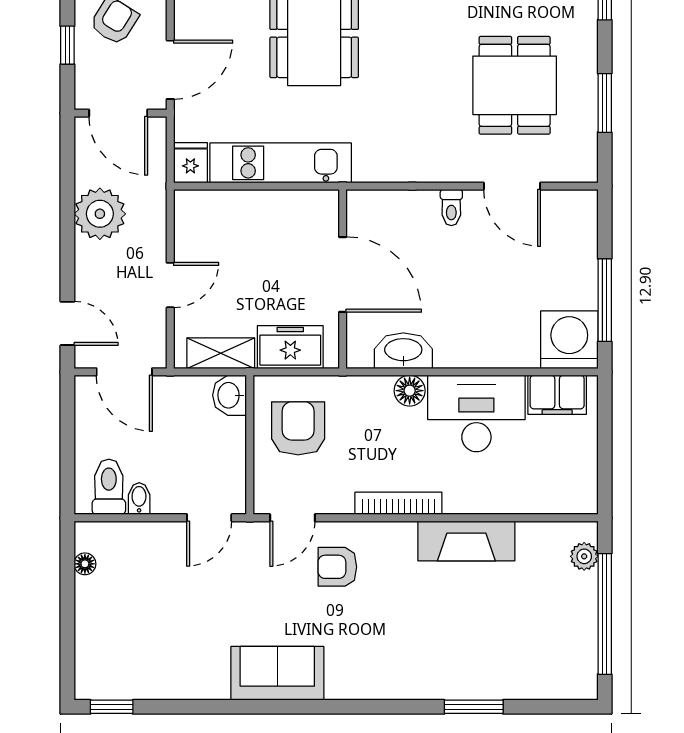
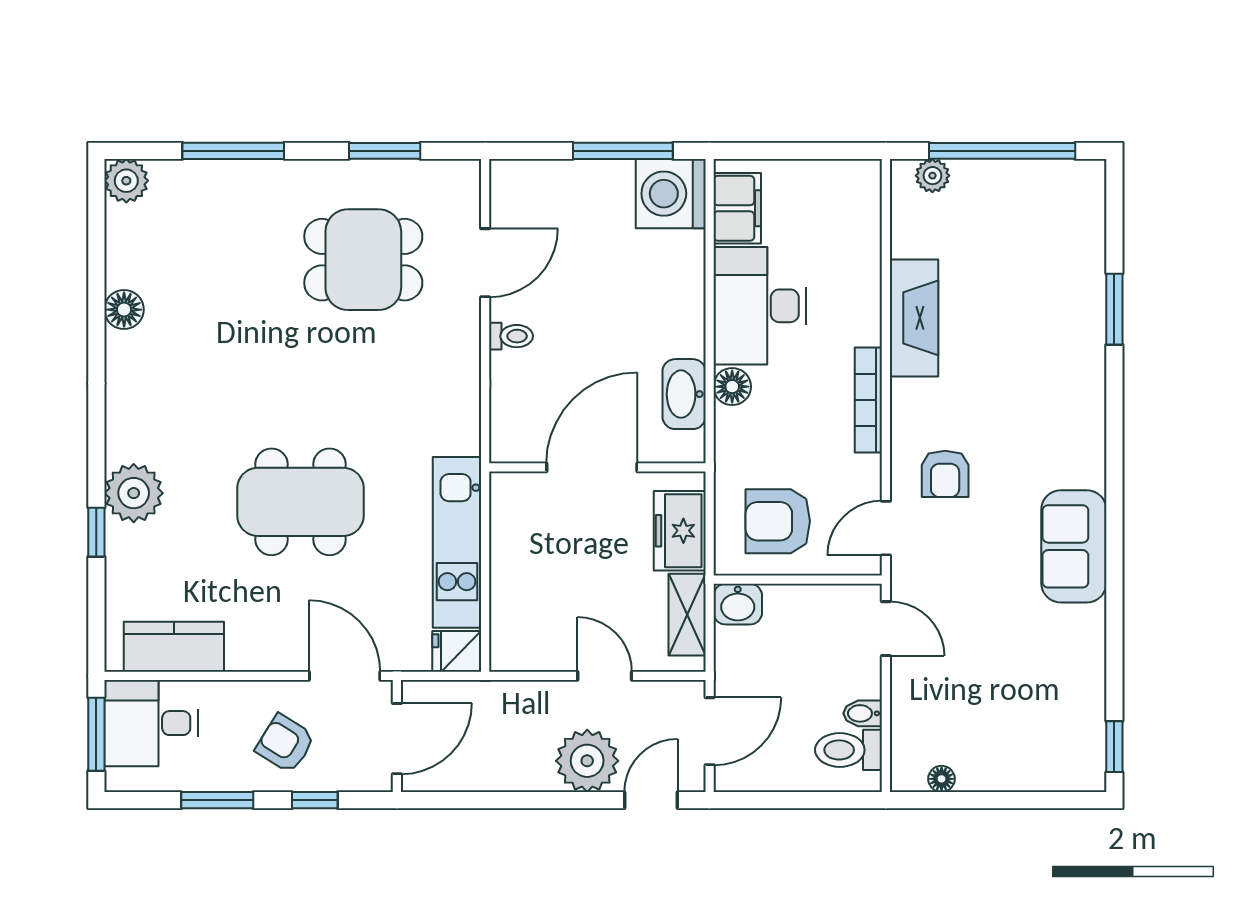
plant: (100, 214) -> (587, 761), moved
door: (292, 518) -> (886, 528), swing flipped

